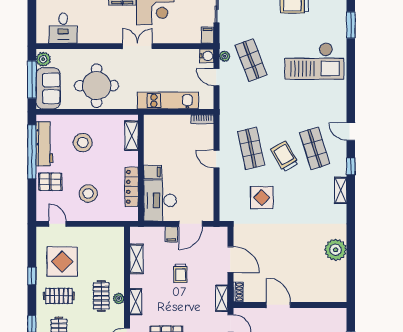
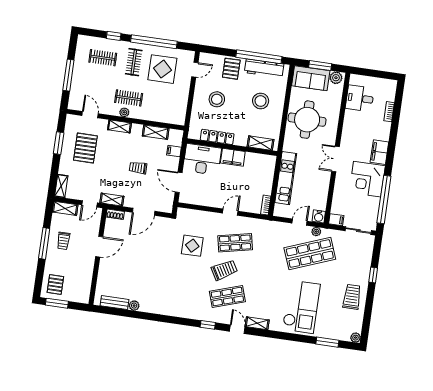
double door: (137, 46) -> (335, 159), swing flipped
shop shelf: (251, 60) -> (310, 254), width x1.43, depth x1.36
checkout: (314, 61) -> (301, 307), turned 180
window: (32, 79) -> (320, 66), width x0.69
door: (351, 131) -> (237, 329), hinge flipped
filing cabinet: (153, 172) -> (233, 157), width x2.00
shelving: (341, 190) -> (257, 323), moved
filing cabinet: (171, 234) -> (174, 151), moved
plant: (336, 250) -> (134, 306), width x0.53, depth x0.53
window: (32, 276) -> (154, 42), width x3.17
bench: (340, 278) -> (115, 303), added

